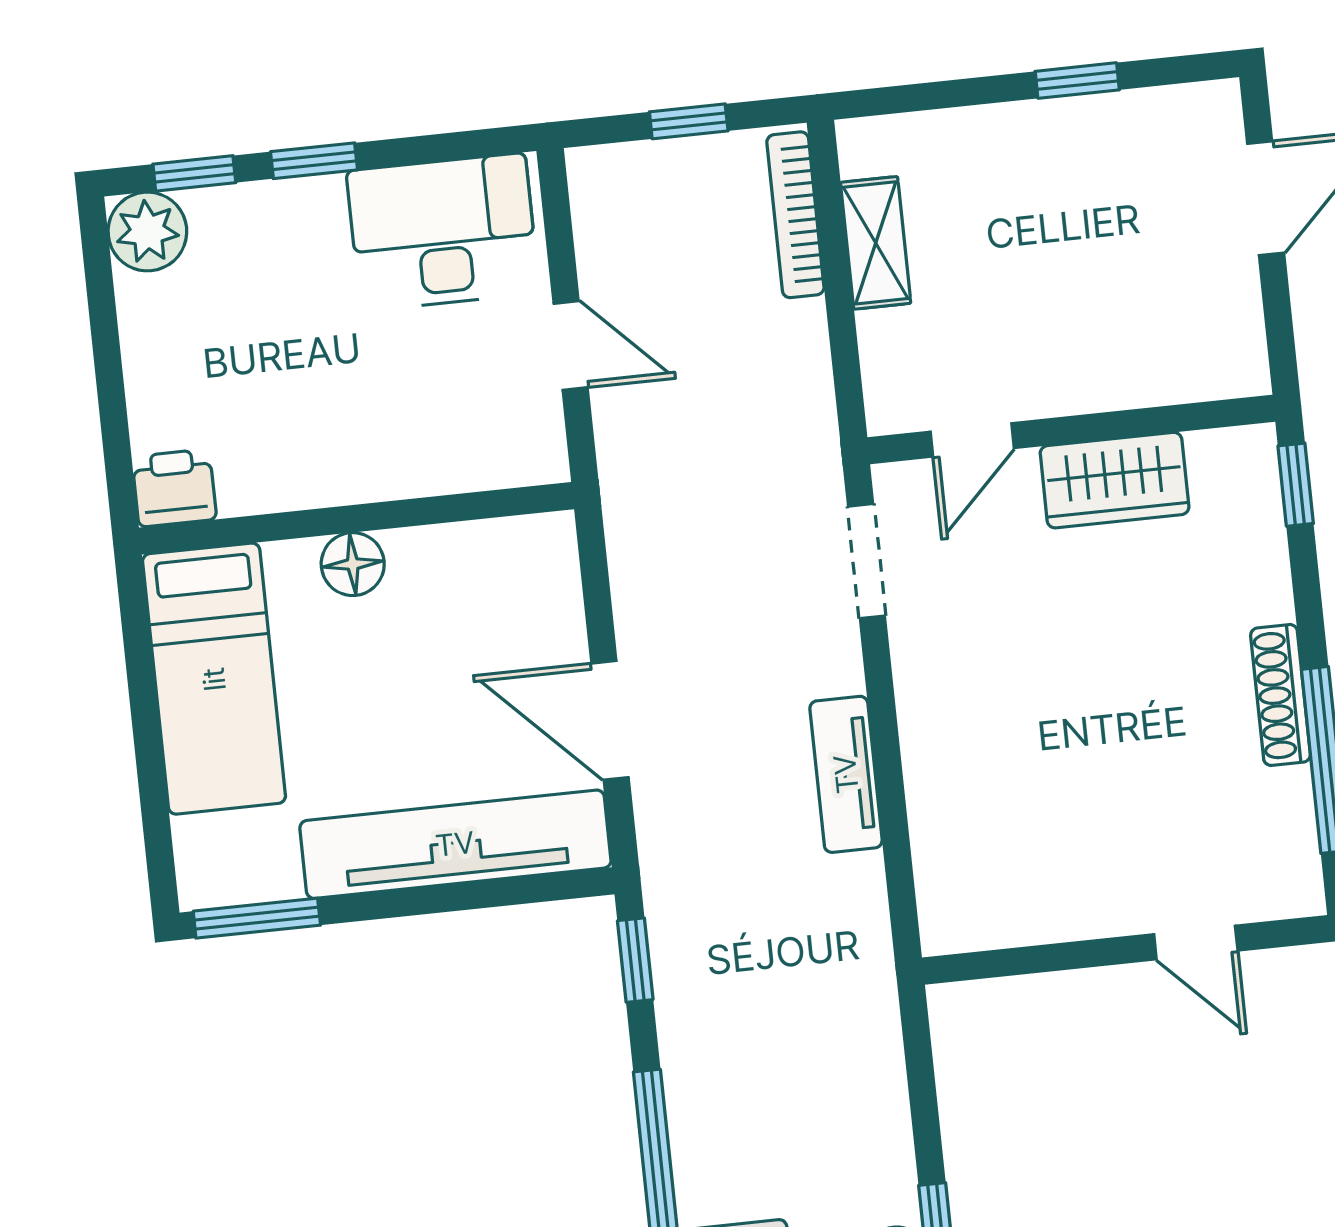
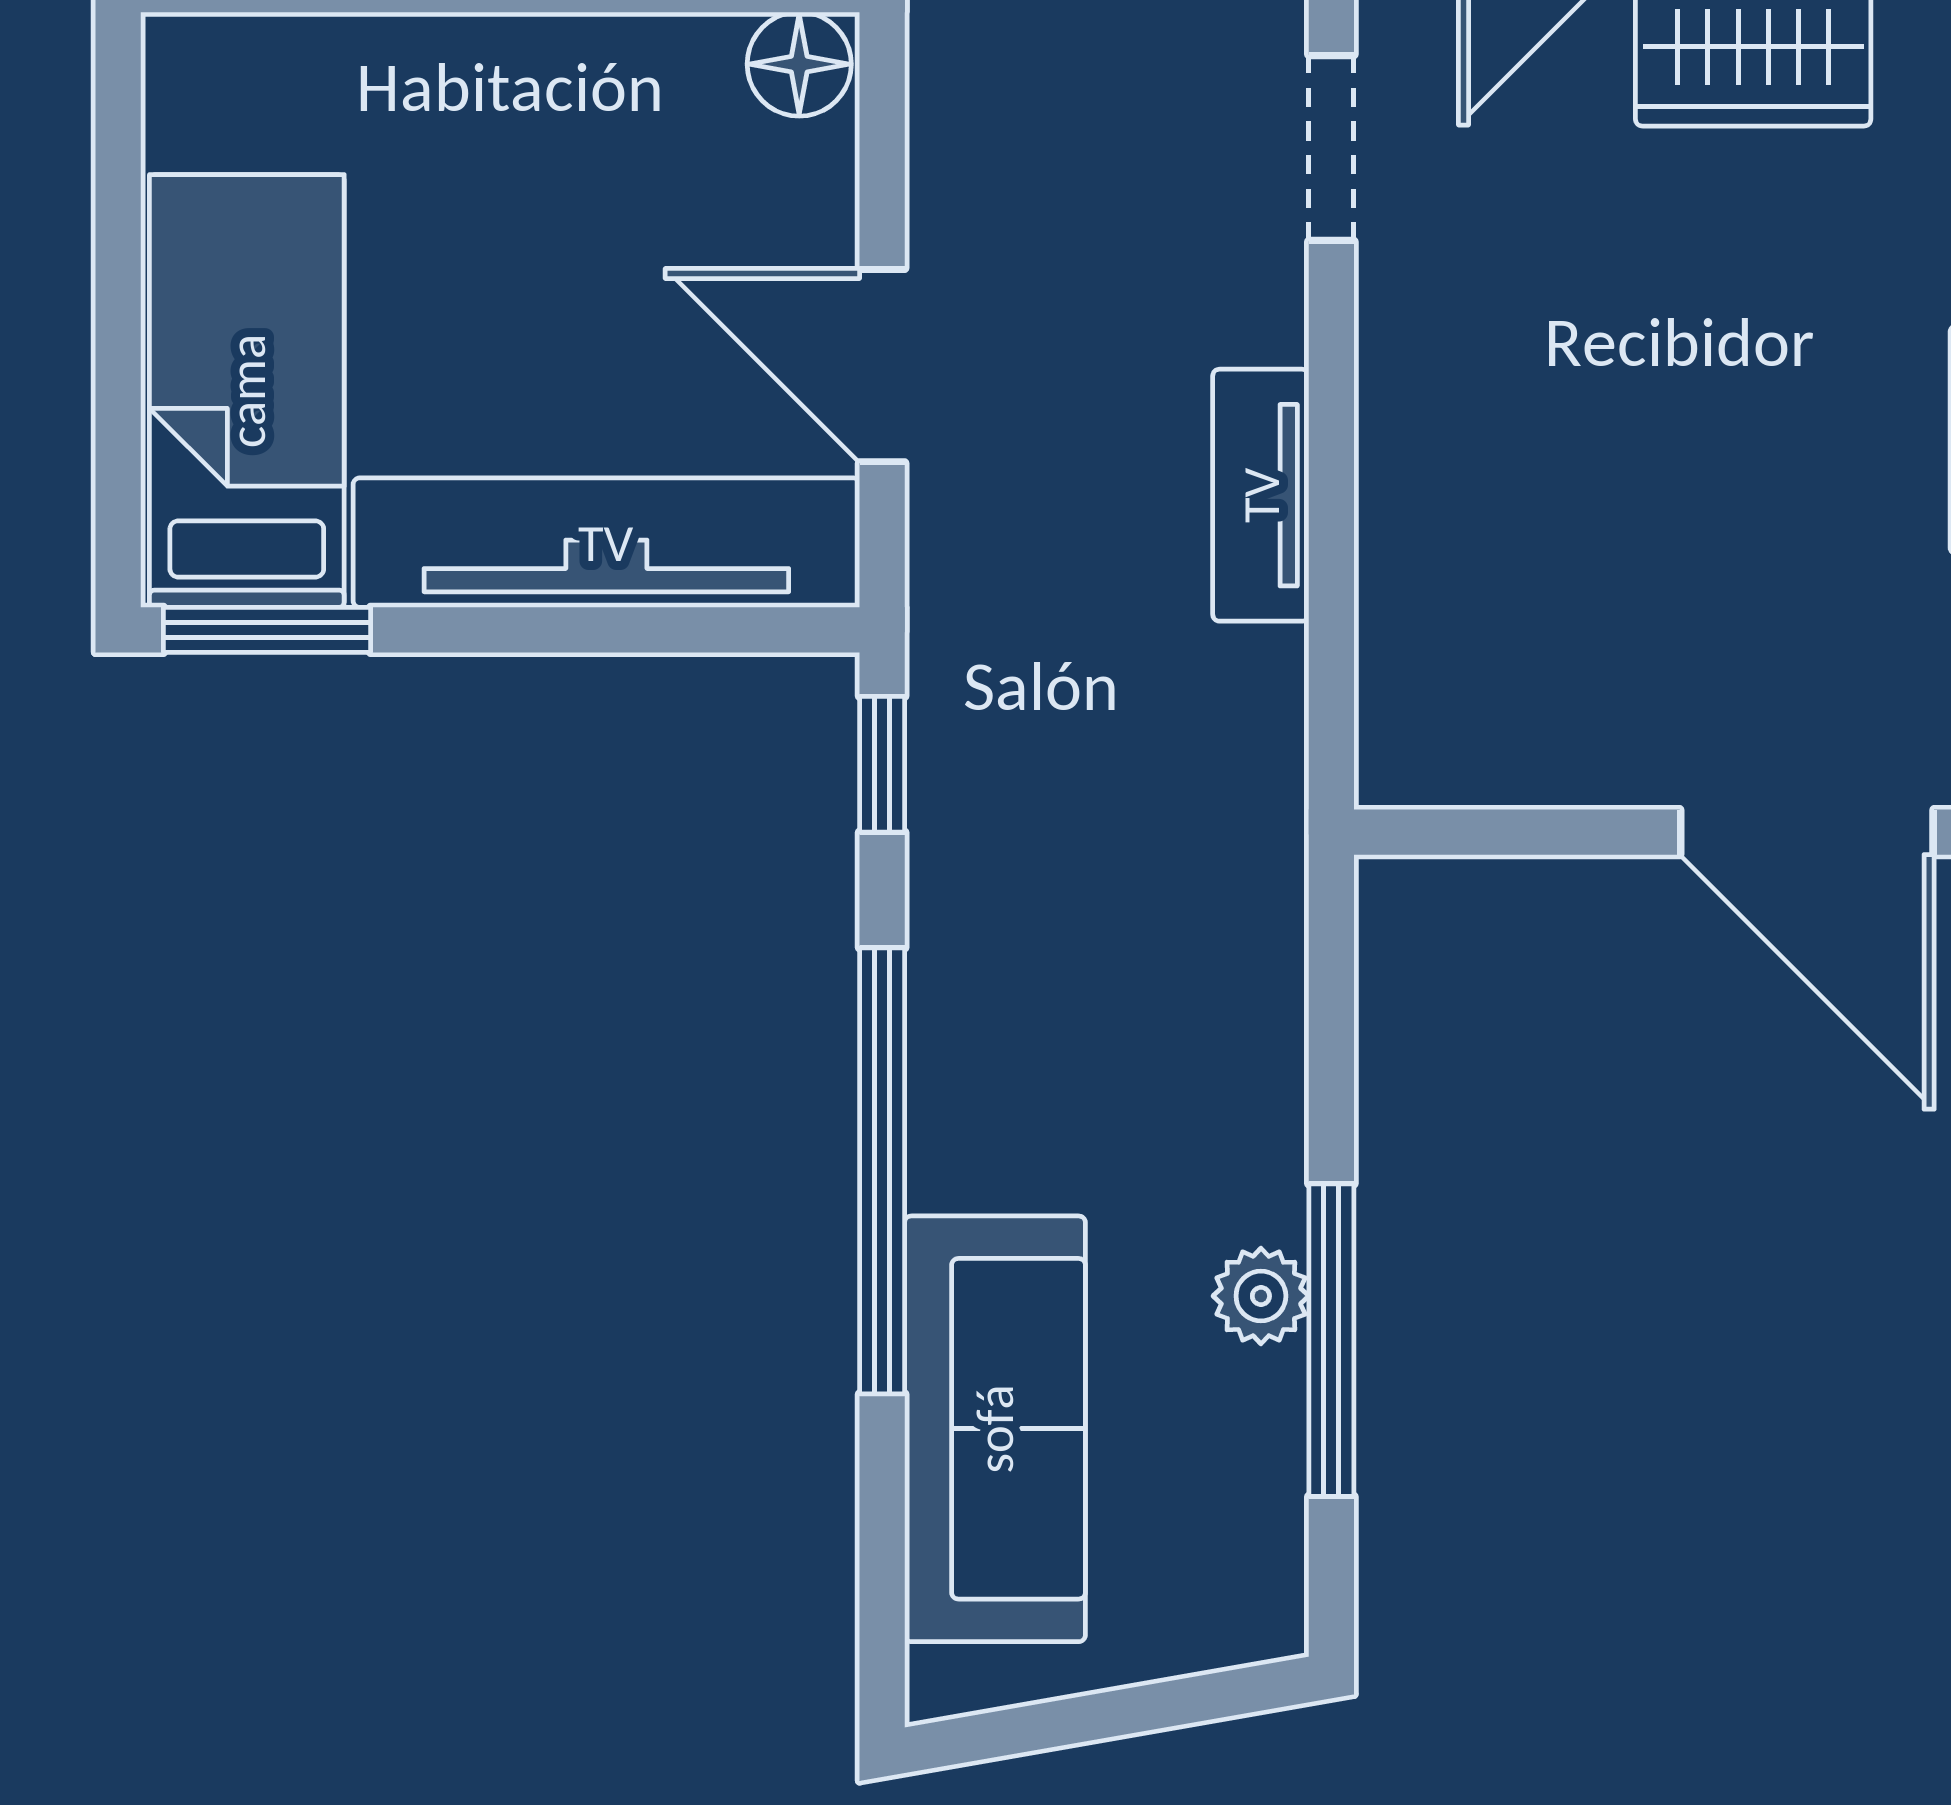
floor lamp: (353, 564) -> (799, 64), moved
bed: (214, 679) -> (247, 391), moved, turned 180
door: (1196, 942) -> (1807, 832), width x1.87

